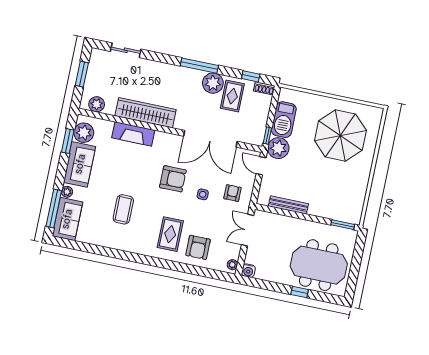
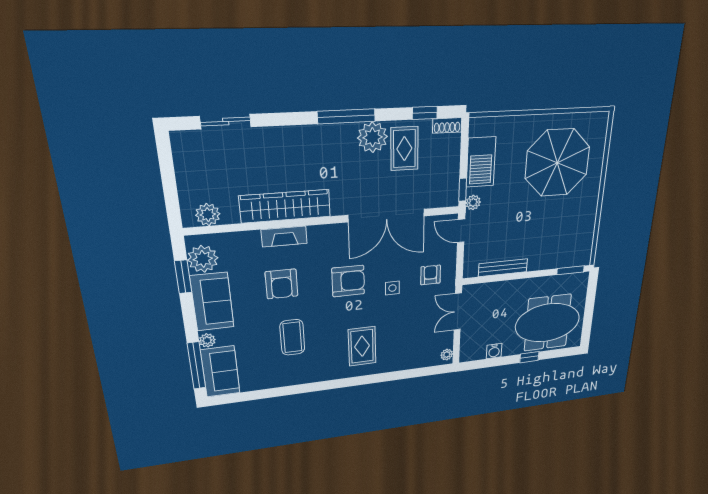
window: (82, 74) -> (168, 177), removed
fireplace: (133, 134) -> (284, 237), width x0.73, depth x0.76
plant: (278, 148) -> (473, 202), width x0.53, depth x0.53
armchair: (198, 247) -> (282, 284), moved
water cooler: (248, 271) -> (494, 351), moved

